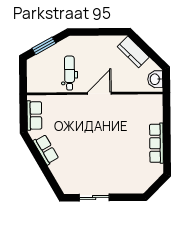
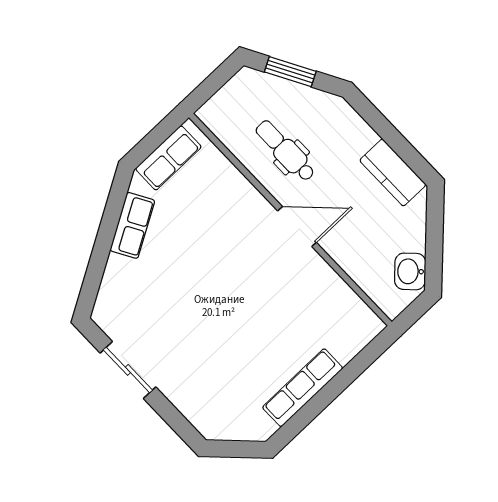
kitchen counter: (133, 52) -> (393, 172), moved, turned -45
dental chair: (69, 73) -> (285, 151), turned -90
washbasin: (155, 79) -> (410, 271), moved, turned -45

